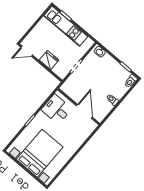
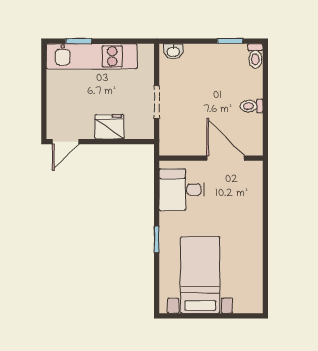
bed with nightstands: (40, 153) -> (200, 275), width x0.73

